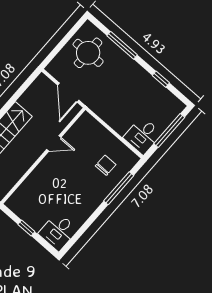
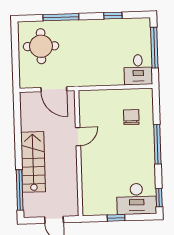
window: (119, 188) -> (157, 144), moved
desk: (58, 232) -> (137, 199), width x1.37
window: (71, 242) -> (159, 198), added

